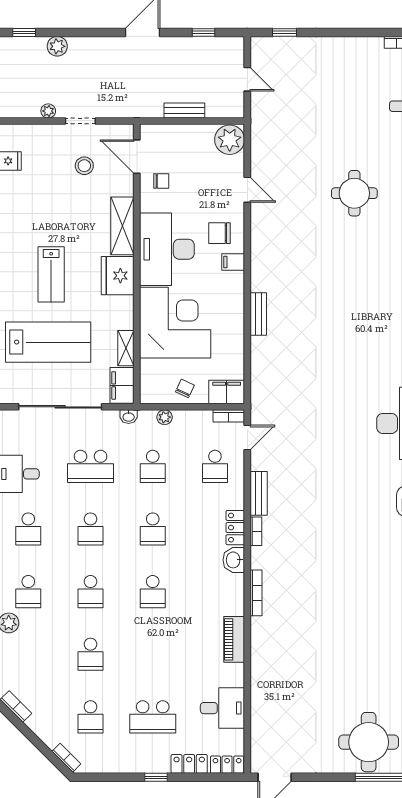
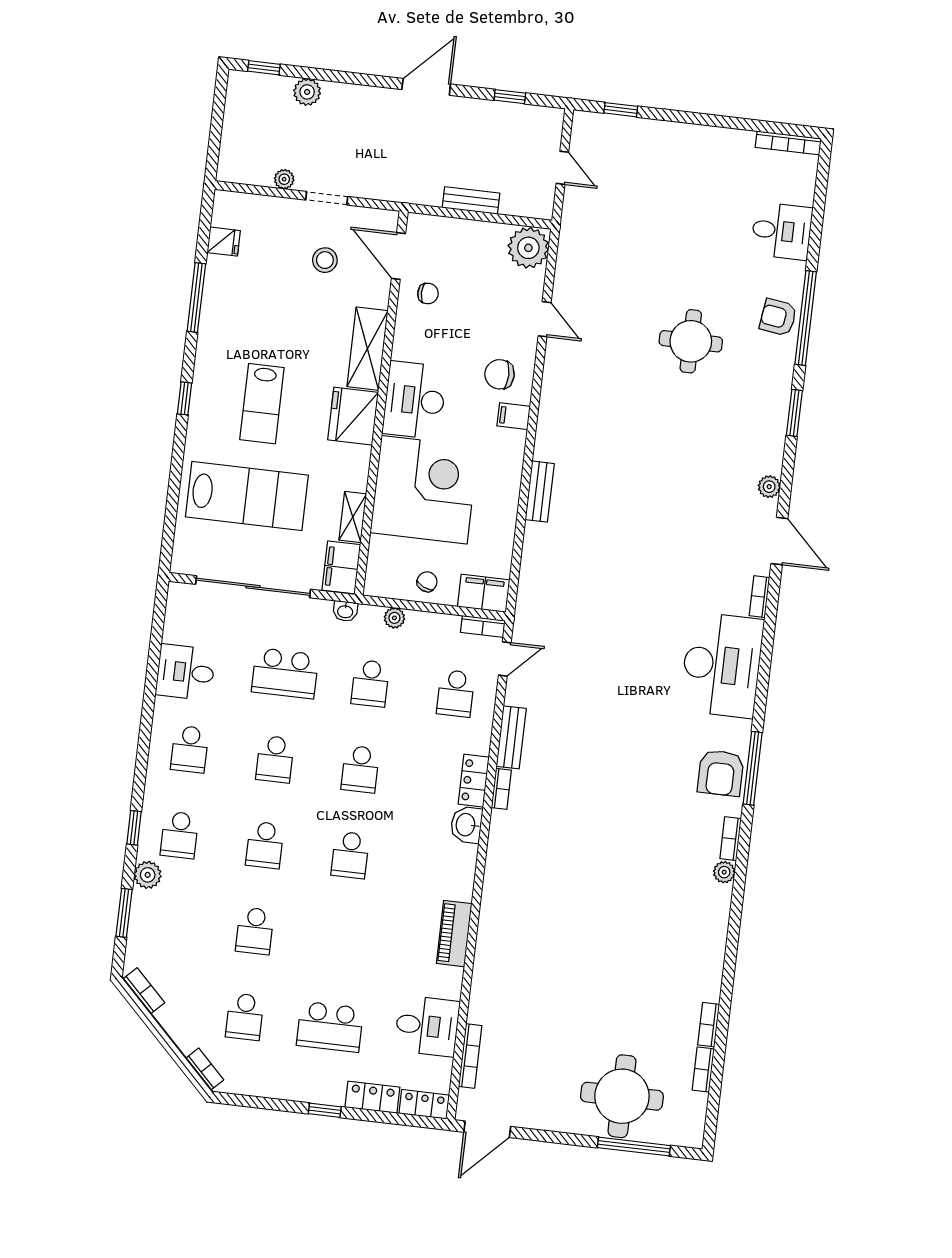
desk: (167, 249) -> (415, 400), width x0.73, depth x0.77
bookcase: (256, 593) -> (470, 1056), moved

